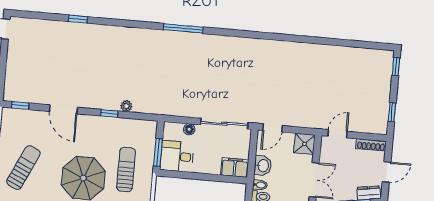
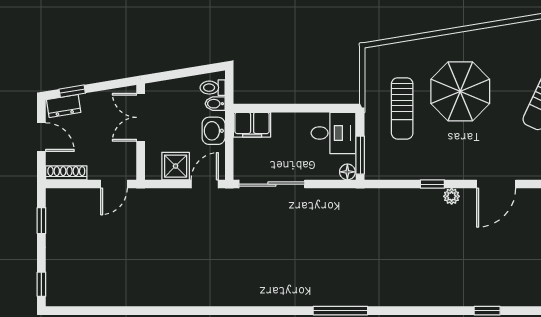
plant: (126, 106) -> (452, 196), moved
door: (63, 109) -> (496, 184), swing flipped
floor lamp: (189, 129) -> (347, 172), moved
shower: (304, 144) -> (176, 166), moved
window: (158, 152) -> (360, 155), moved
door: (387, 172) -> (41, 137), swing flipped

